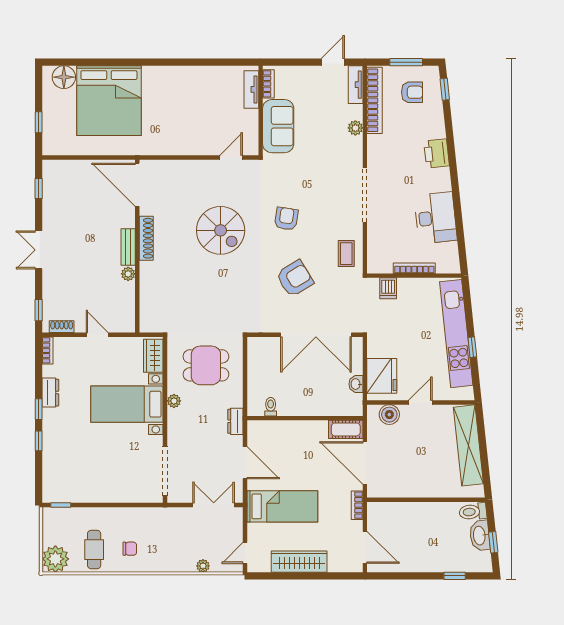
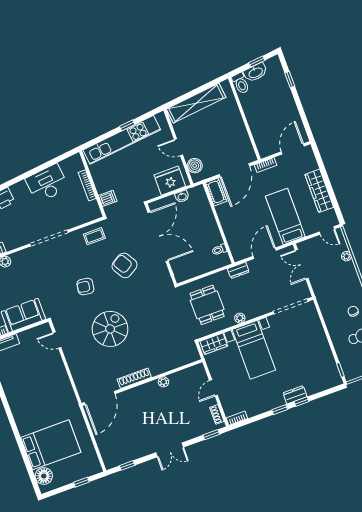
bed: (109, 101) -> (51, 445), width x0.73
bench: (128, 247) -> (145, 389), removed
dresser: (50, 393) -> (295, 395), moved

